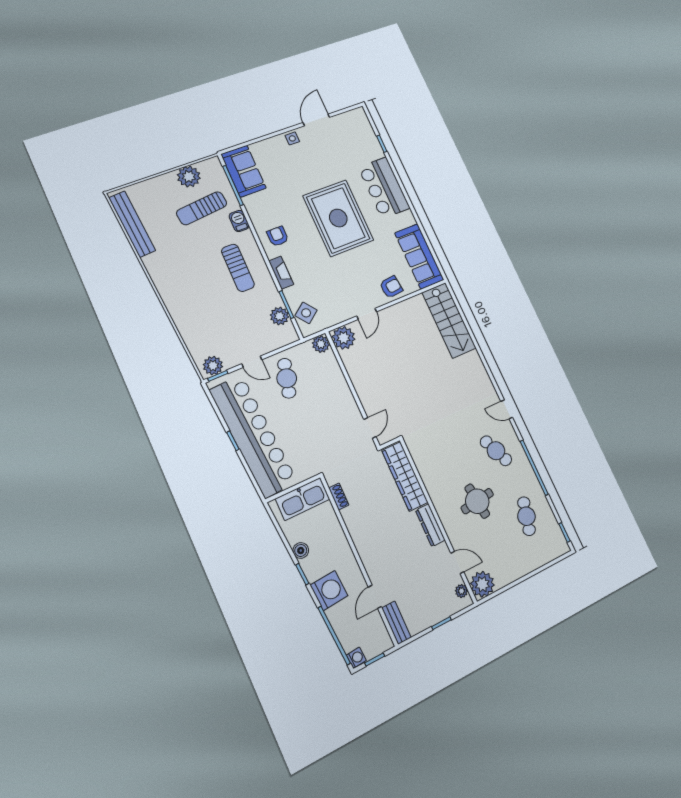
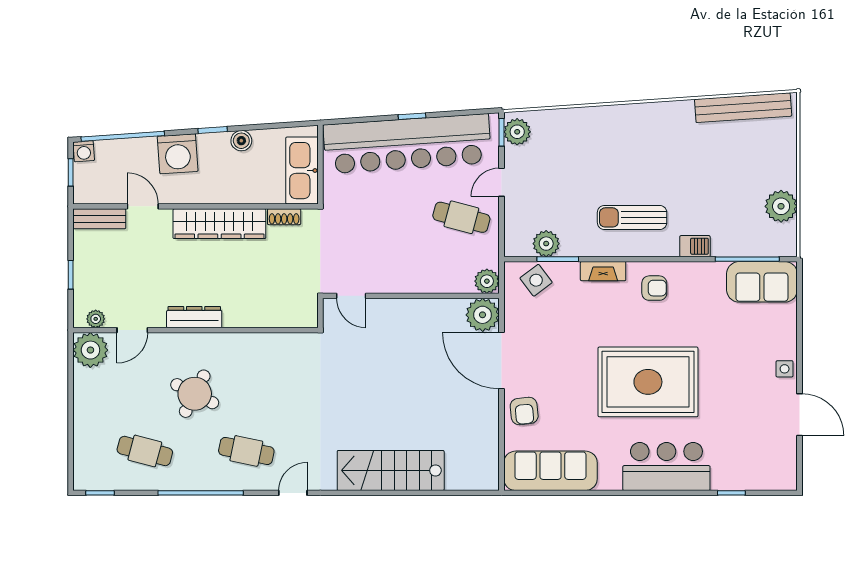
sun lounger: (202, 208) -> (731, 205), removed
door: (367, 314) -> (502, 361), width x1.88
stairs: (449, 320) -> (391, 470), moved
cafe table: (496, 451) -> (246, 451), turned 36
wardrobe: (405, 476) -> (219, 224), moved, turned 180
round table: (477, 501) -> (195, 394), turned 34

